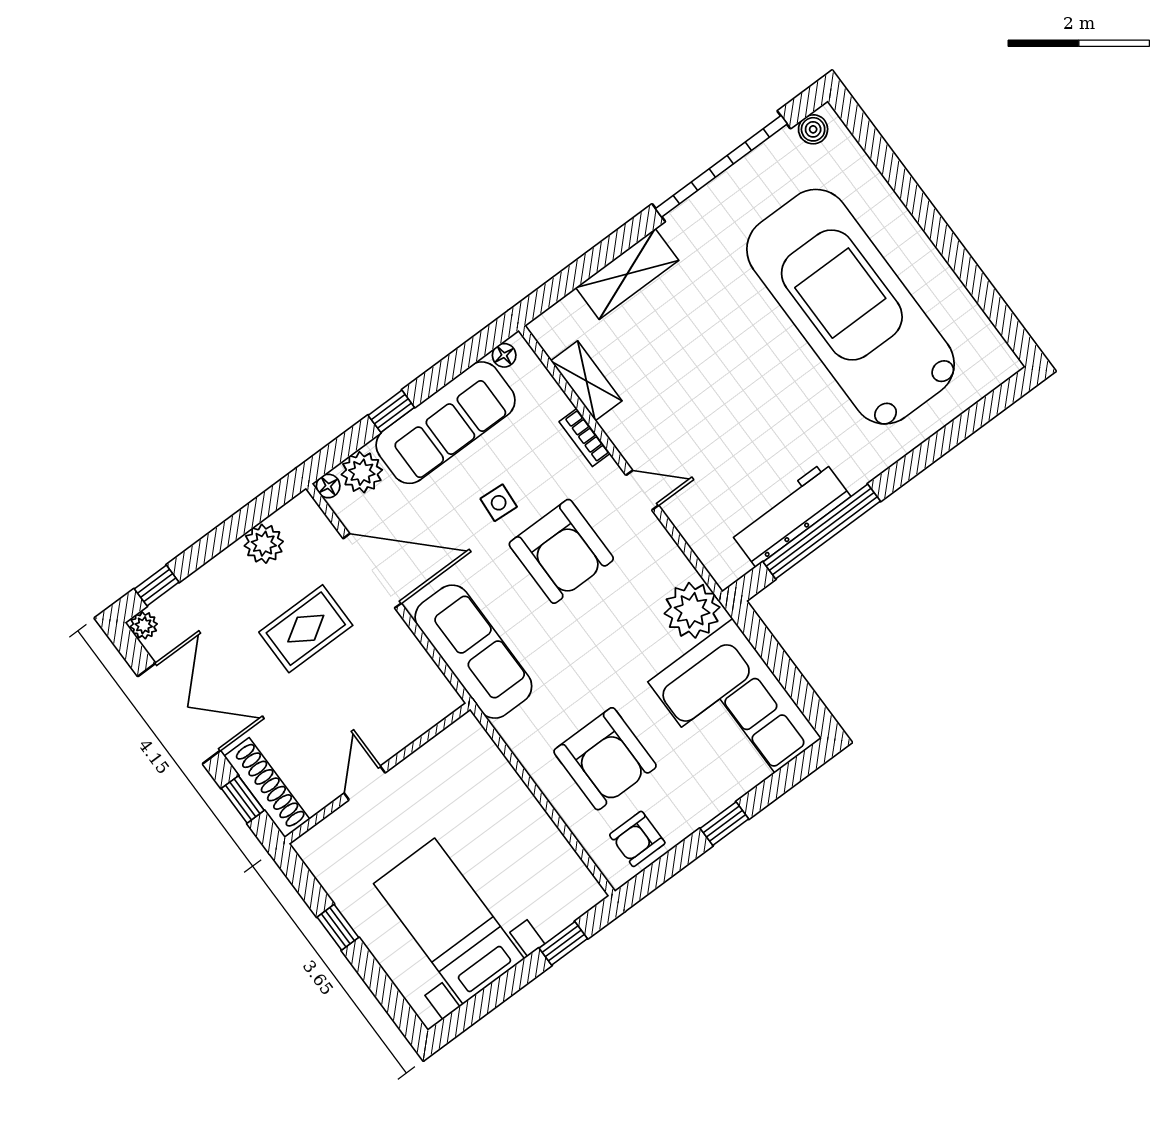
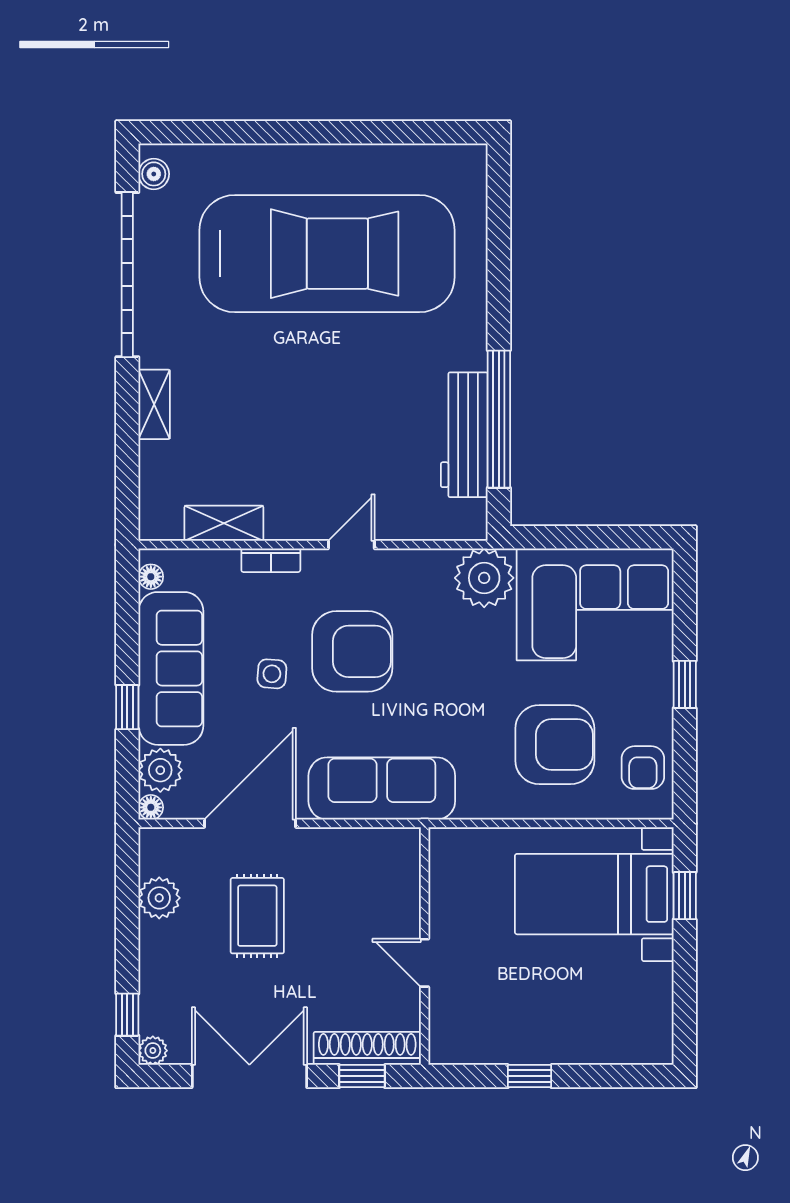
shelving: (627, 274) -> (154, 404), width x0.67, depth x0.75
car: (850, 307) -> (327, 254), turned 180
bed with nightstands: (449, 921) -> (594, 894), moved

